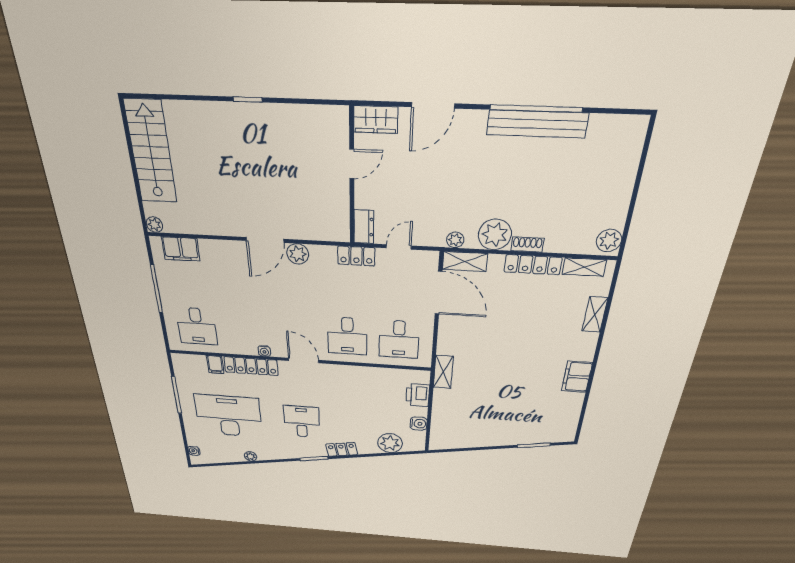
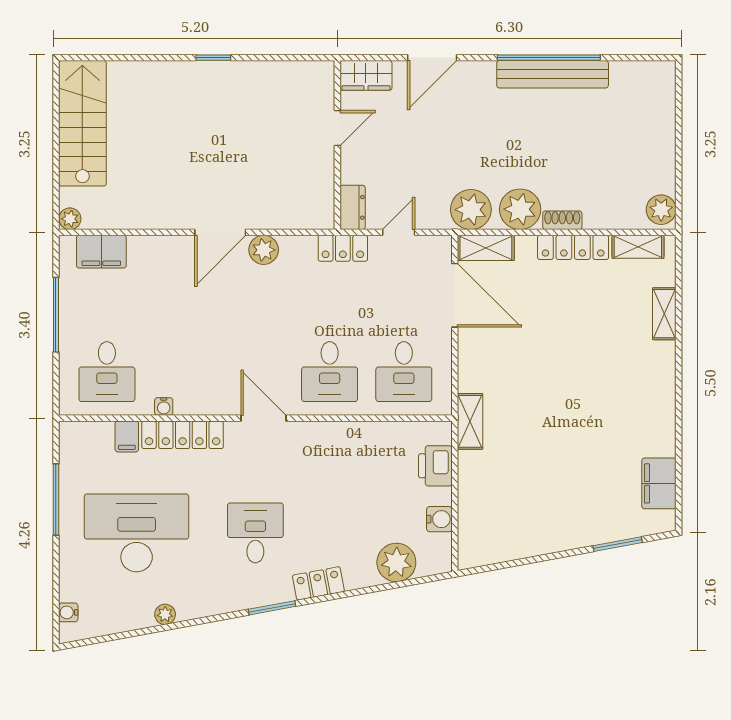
plant: (455, 240) -> (471, 210), width x1.88, depth x1.88
water cooler: (264, 351) -> (164, 406), moved
filing cabinet: (577, 377) -> (659, 483), moved

